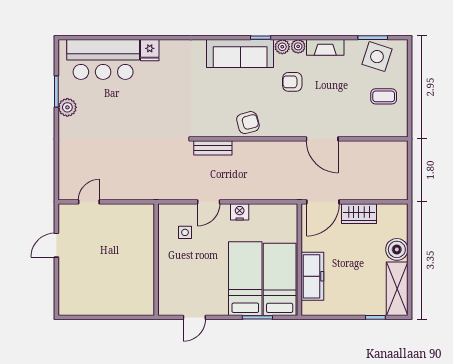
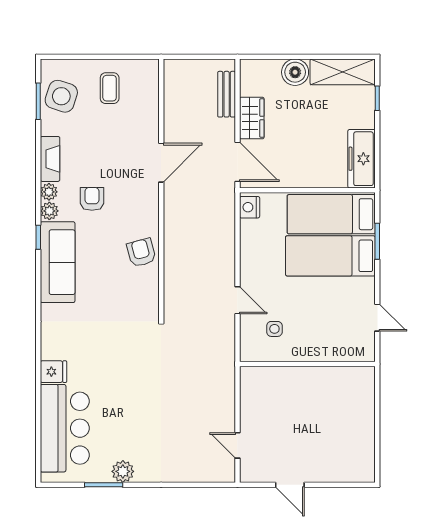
armchair: (292, 82) -> (92, 199), turned 180
bench: (213, 148) -> (227, 94), moved
nightstand: (240, 212) -> (250, 207), moved
freezer: (312, 276) -> (362, 159), moved, turned -90

